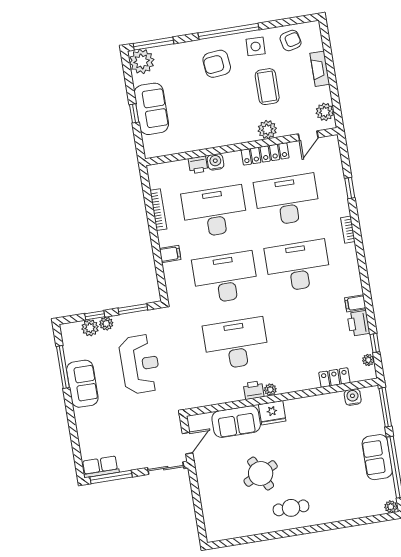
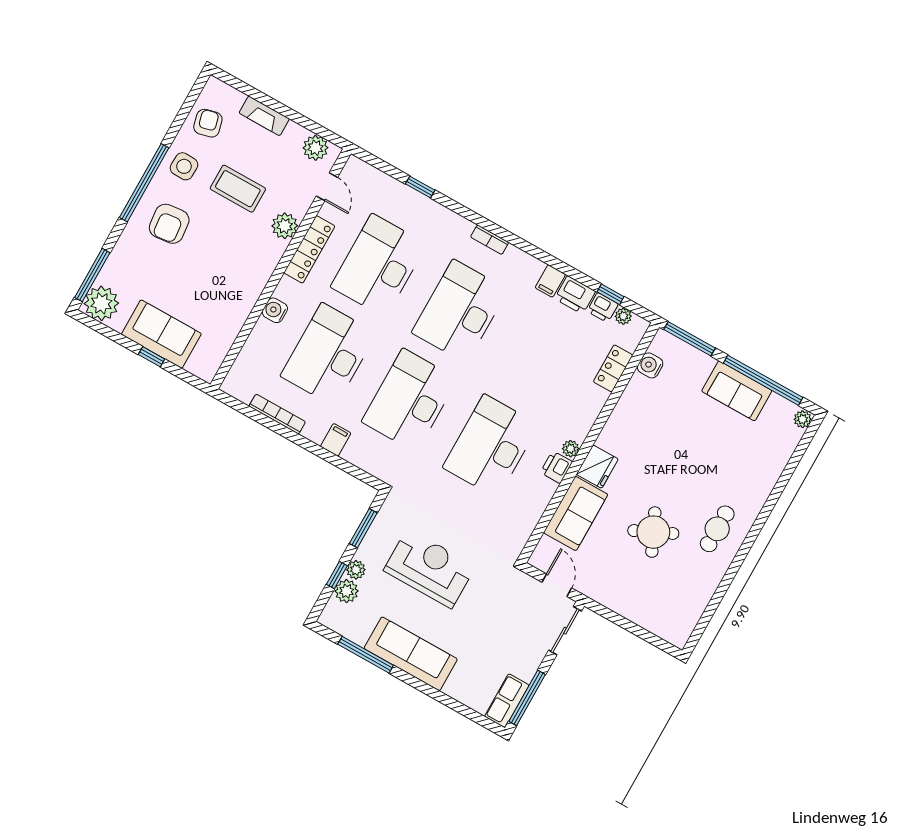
printer: (198, 165) -> (603, 308), moved, turned 90
bookcase: (348, 230) -> (490, 240), moved
sofa: (82, 384) -> (411, 654), width x1.36

